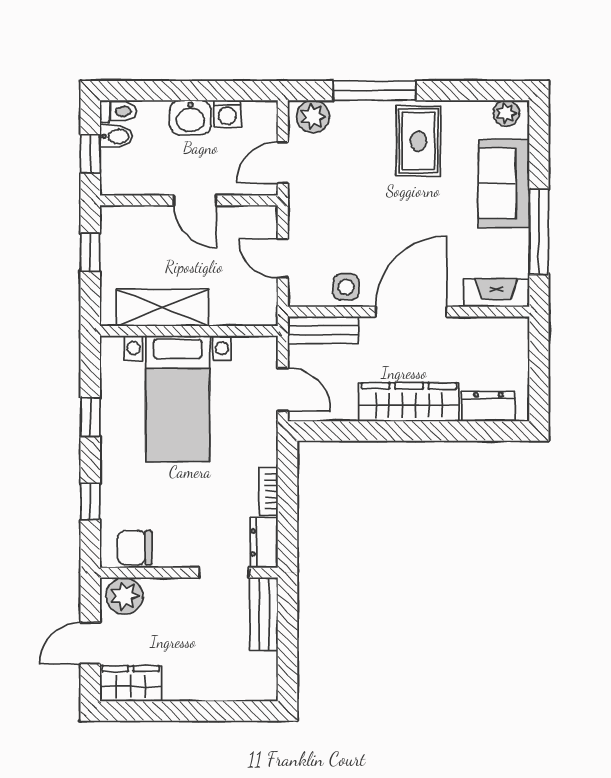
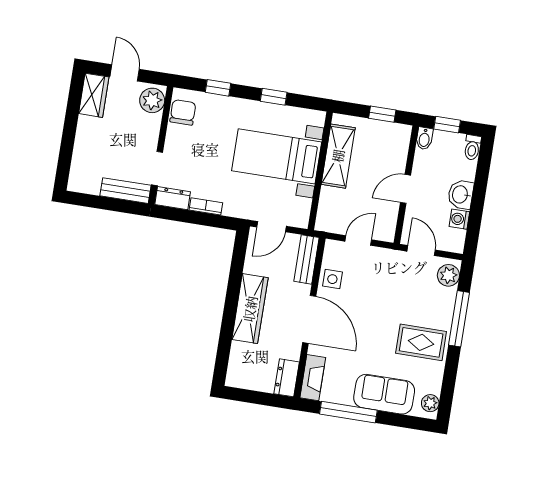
bidet: (116, 136) -> (424, 138), moved
dresser: (488, 406) -> (287, 378), moved, turned 180

